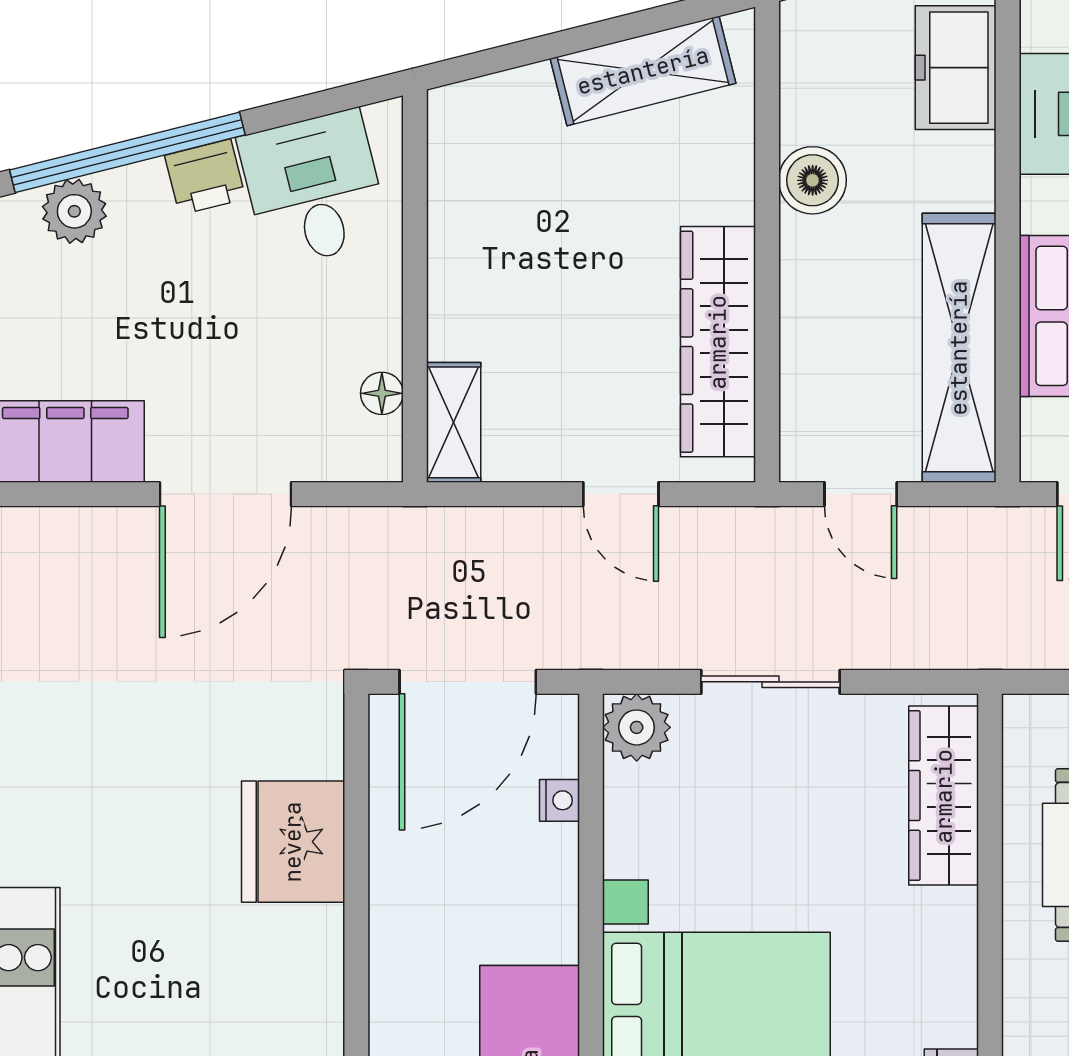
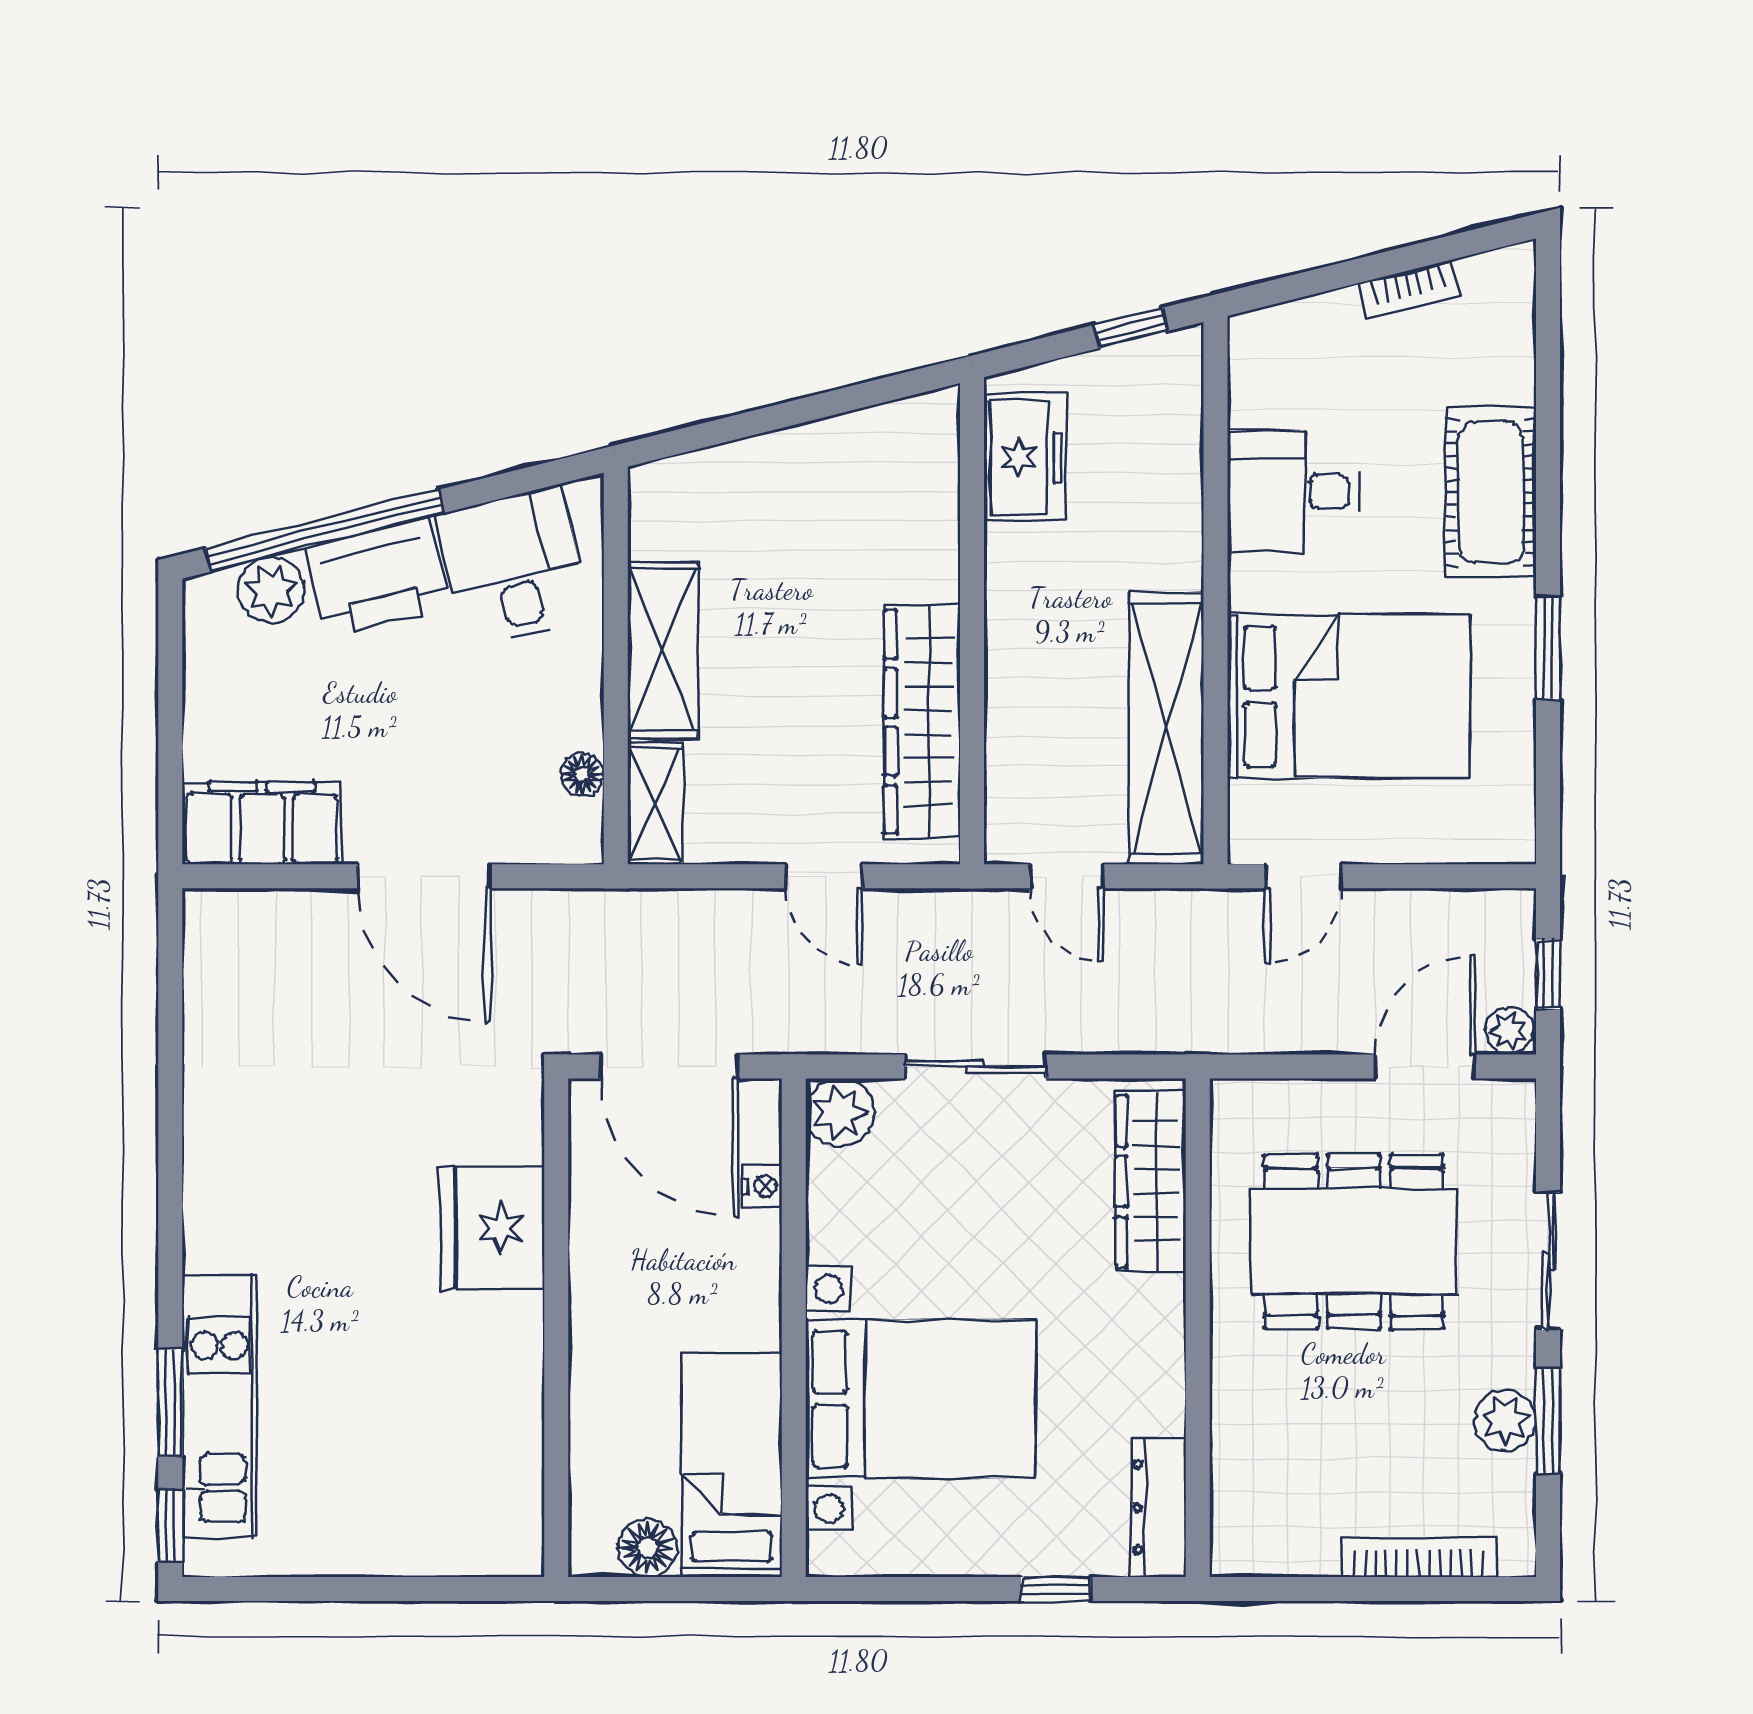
freezer: (956, 68) -> (1025, 457), moved, turned 180
shelving: (643, 71) -> (663, 650), moved, turned -76
printer: (205, 177) -> (378, 577), width x1.87, depth x1.48
boiler: (813, 180) -> (1018, 559), removed
door: (226, 494) -> (424, 876), hinge flipped
door: (468, 682) -> (669, 1066), hinge flipped

